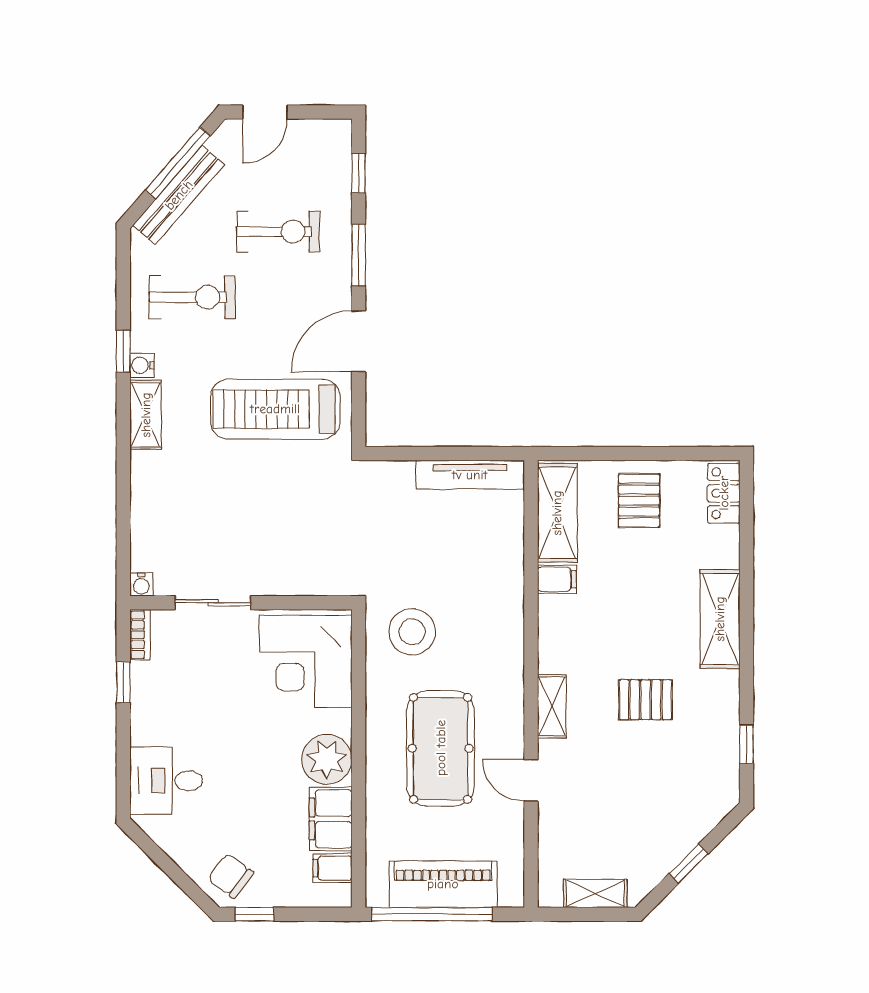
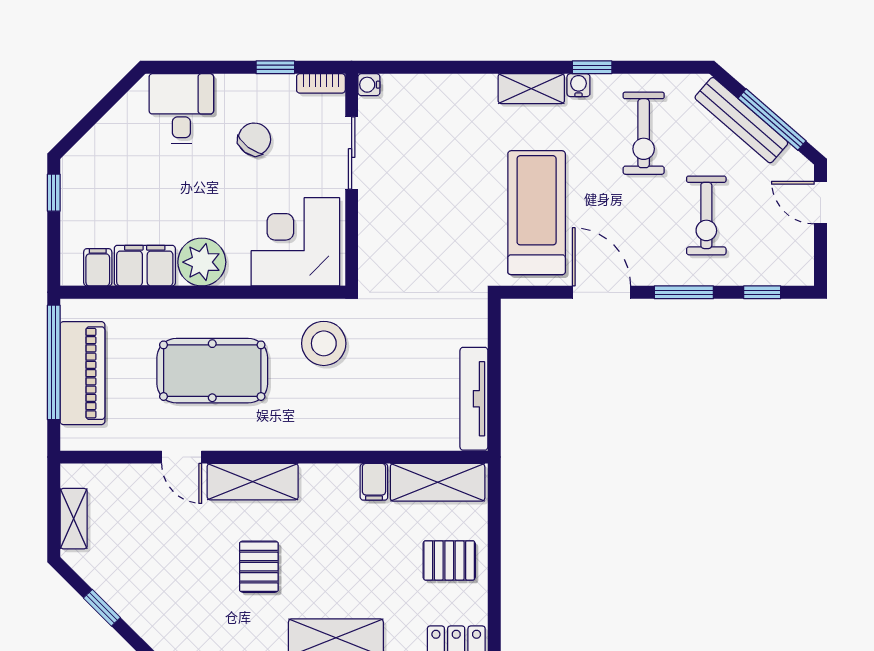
shelving: (552, 706) -> (253, 482), width x1.50, depth x1.33
door: (531, 780) -> (182, 457), swing flipped
chair: (231, 876) -> (254, 139), moved

